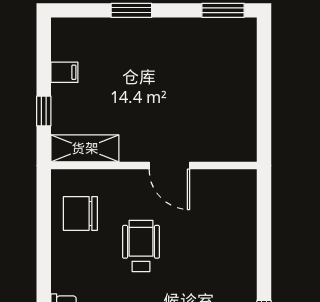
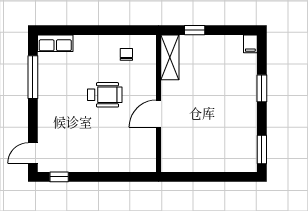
filing cabinet: (64, 72) -> (250, 44), moved
chair: (80, 213) -> (126, 54), width x0.54, depth x0.54

